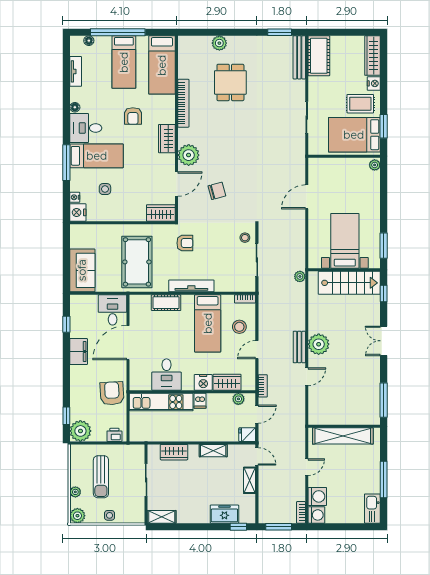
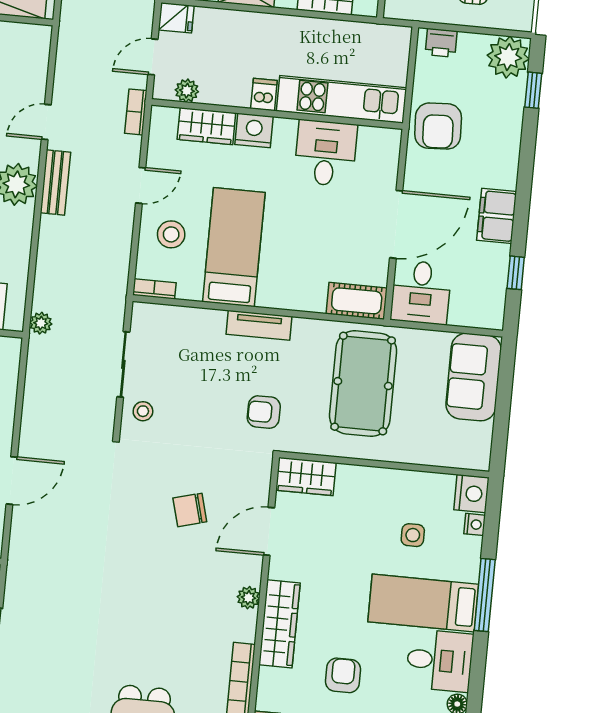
wardrobe: (167, 139) -> (280, 624), width x1.50
plant: (189, 155) -> (248, 598), width x0.53, depth x0.53
tv unit: (191, 286) -> (259, 325), width x0.71
cot: (166, 303) -> (357, 301), moved

